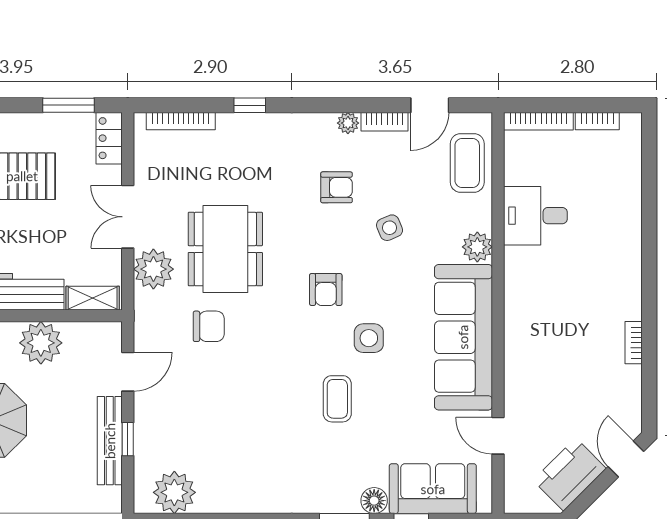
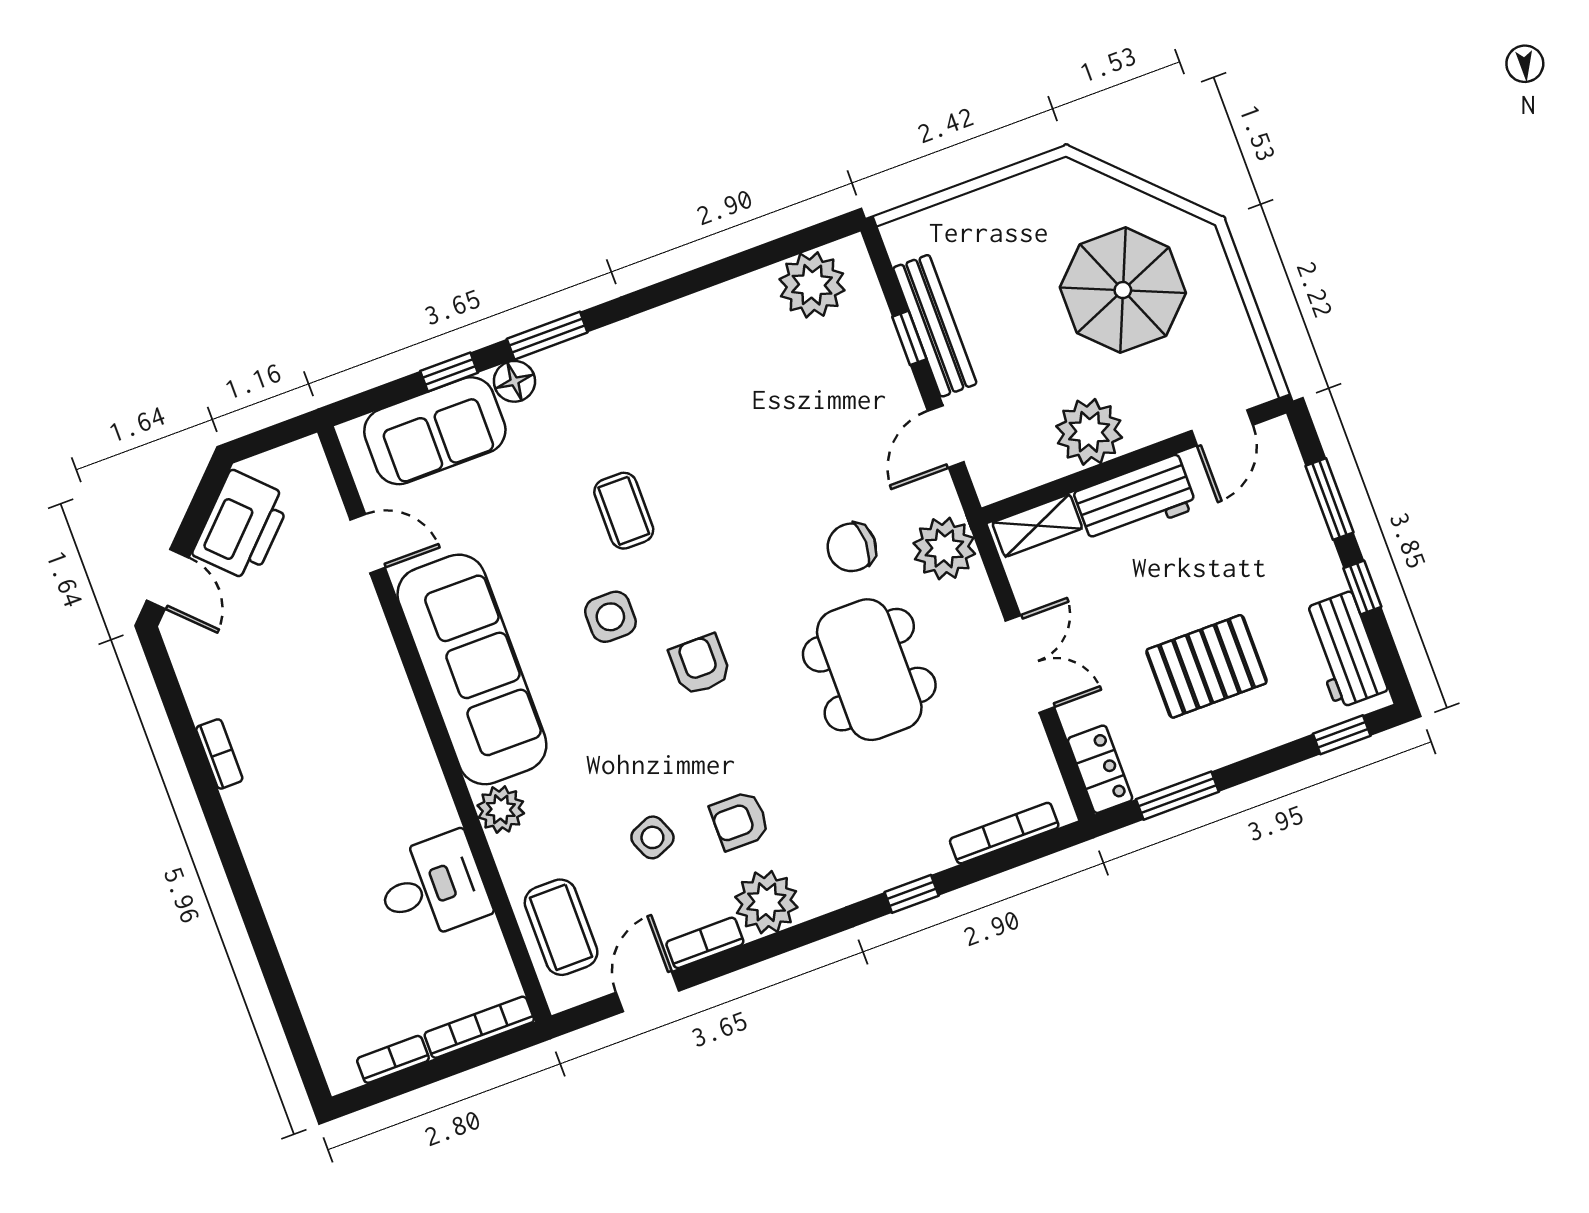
plant: (348, 123) -> (766, 902), width x1.87, depth x1.87
side table: (390, 228) -> (652, 837), moved
plant: (153, 269) -> (944, 548), moved

